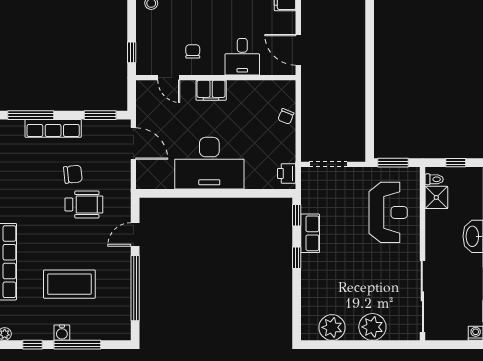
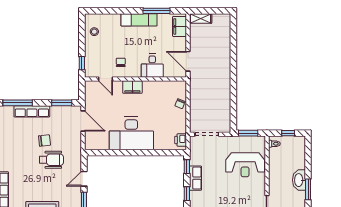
shower: (436, 197) -> (276, 155), removed
reception desk: (388, 212) -> (245, 165), turned 90

